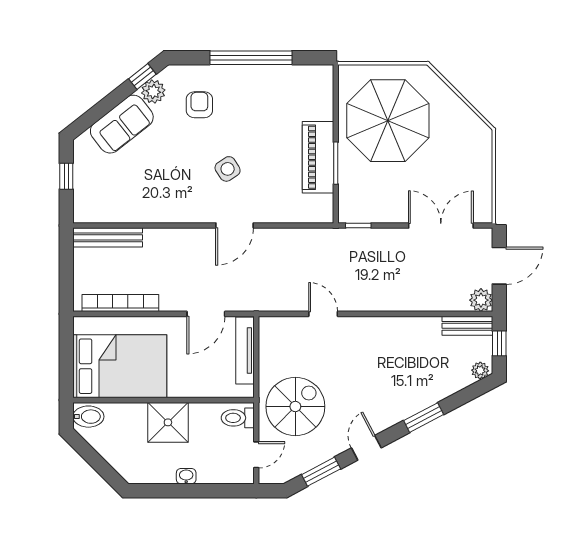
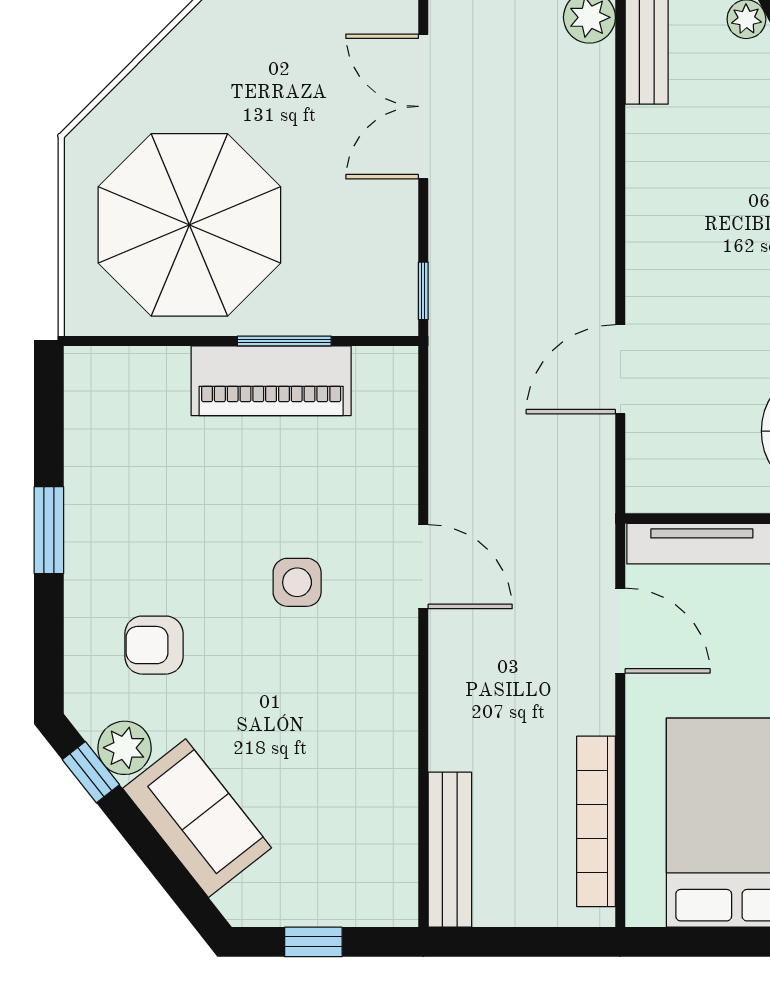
window: (251, 58) -> (49, 530), width x0.47
side table: (228, 169) -> (297, 582), turned 33
door: (323, 314) -> (620, 369), width x1.38

